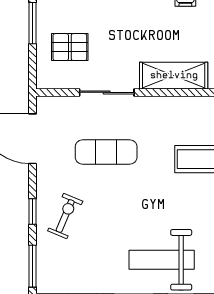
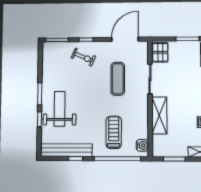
pallet: (70, 47) -> (160, 52), moved

